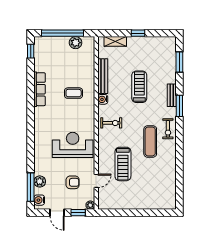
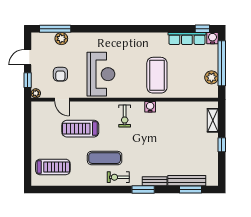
bench: (103, 76) -> (187, 181), moved
treadmill: (139, 87) -> (53, 167), moved
row of seats: (40, 89) -> (187, 38), moved
coffee table: (74, 93) -> (157, 75), width x1.86, depth x1.72
water cooler: (39, 200) -> (212, 38), moved

